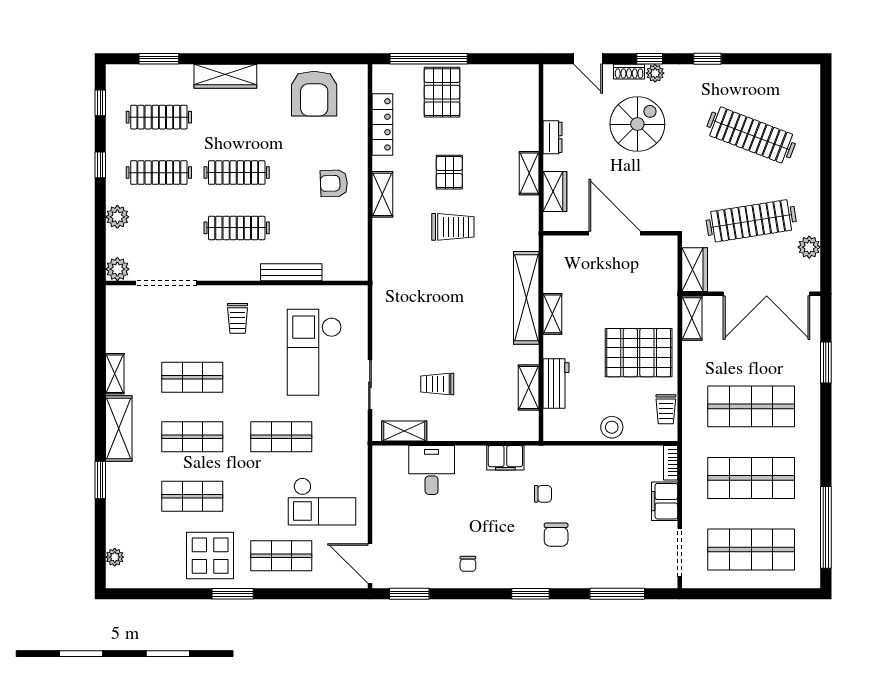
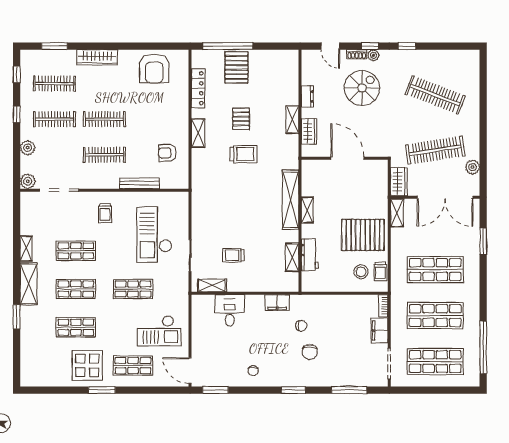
armchair: (334, 183) -> (167, 153), moved
stool: (612, 427) -> (361, 272), moved
plant: (115, 557) -> (26, 366), removed

